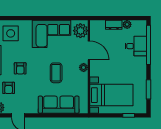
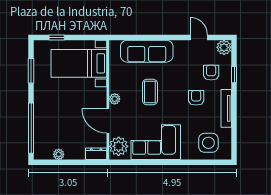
dresser: (114, 25) -> (96, 154), moved
desk: (136, 46) -> (47, 126), removed

